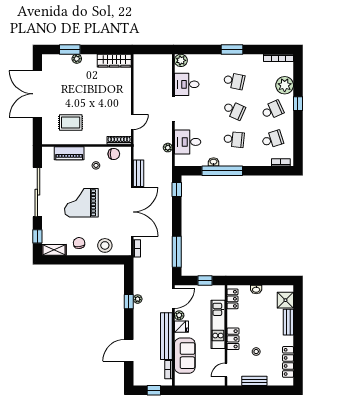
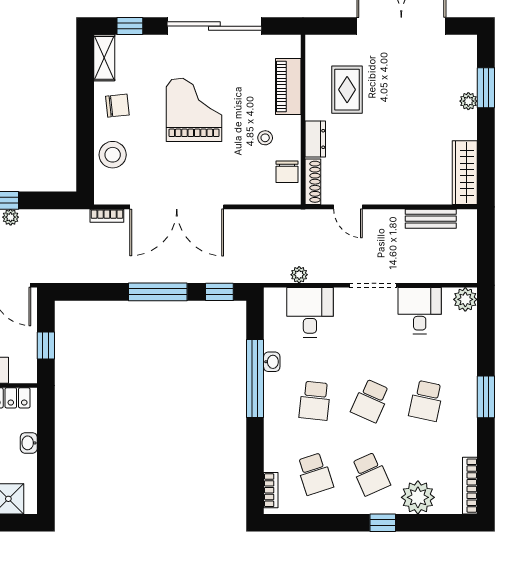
dresser: (97, 139) -> (315, 139), added
bench: (138, 173) -> (431, 219), moved
window: (177, 252) -> (158, 292), moved

